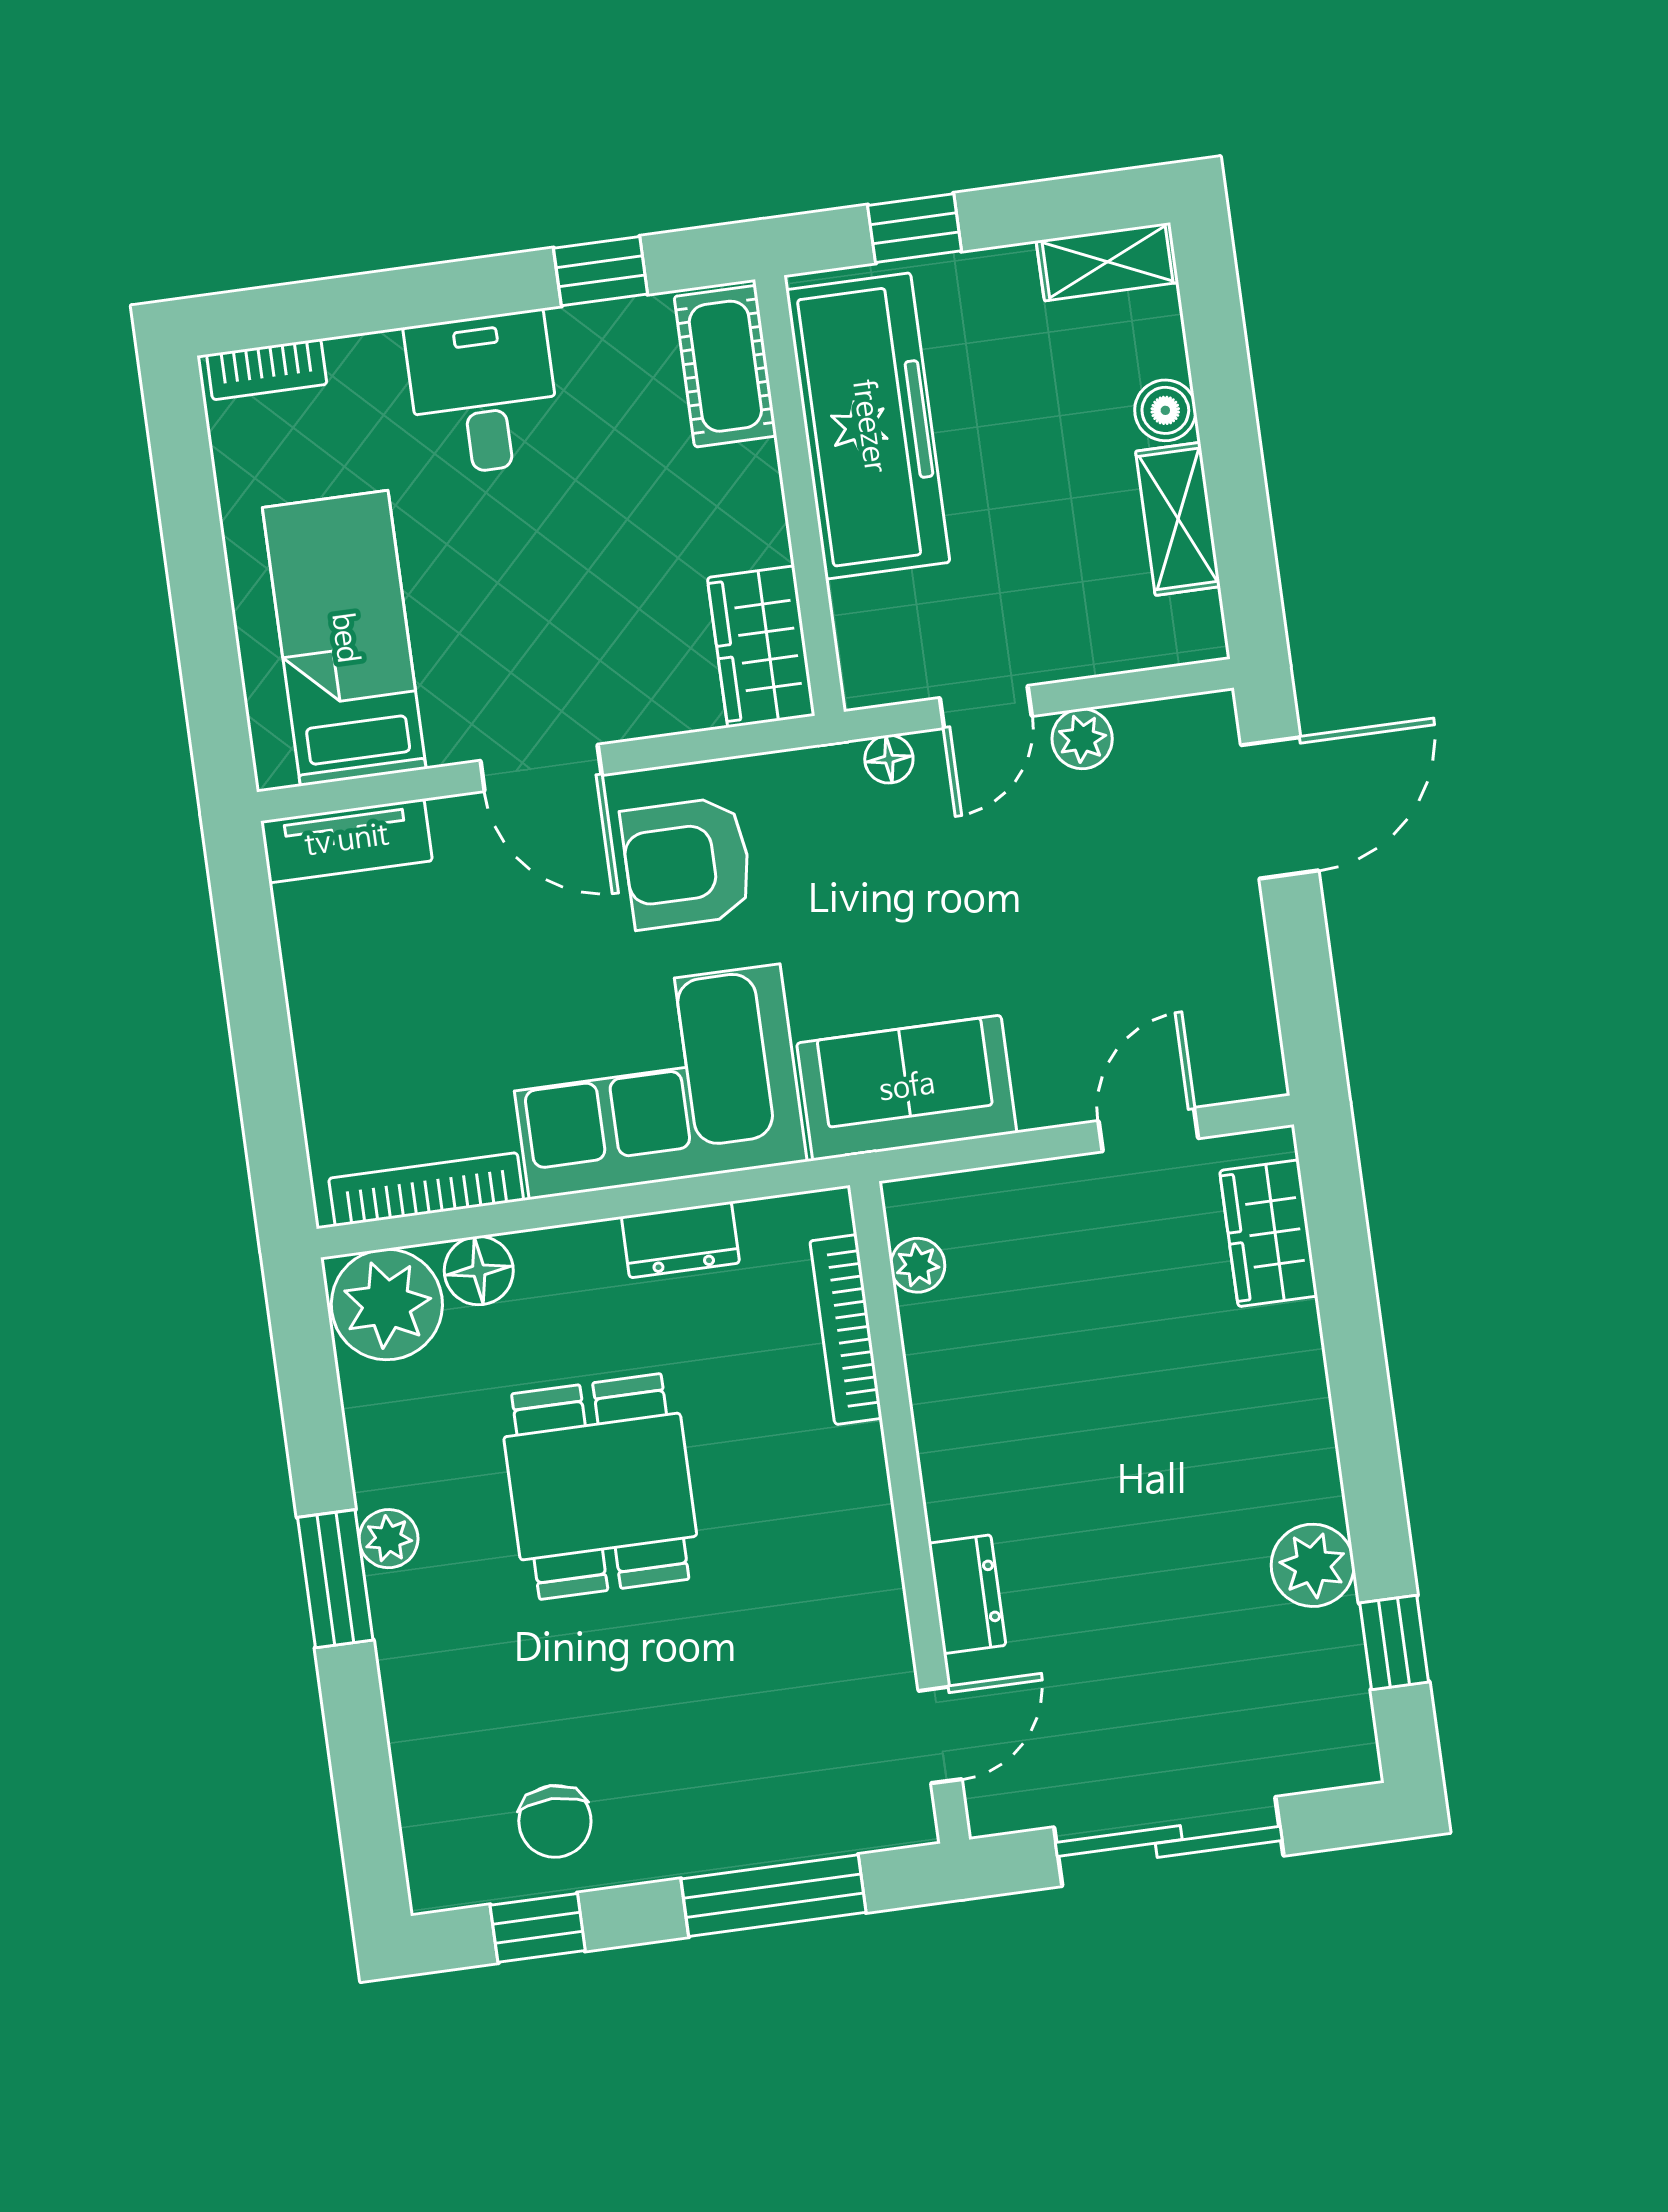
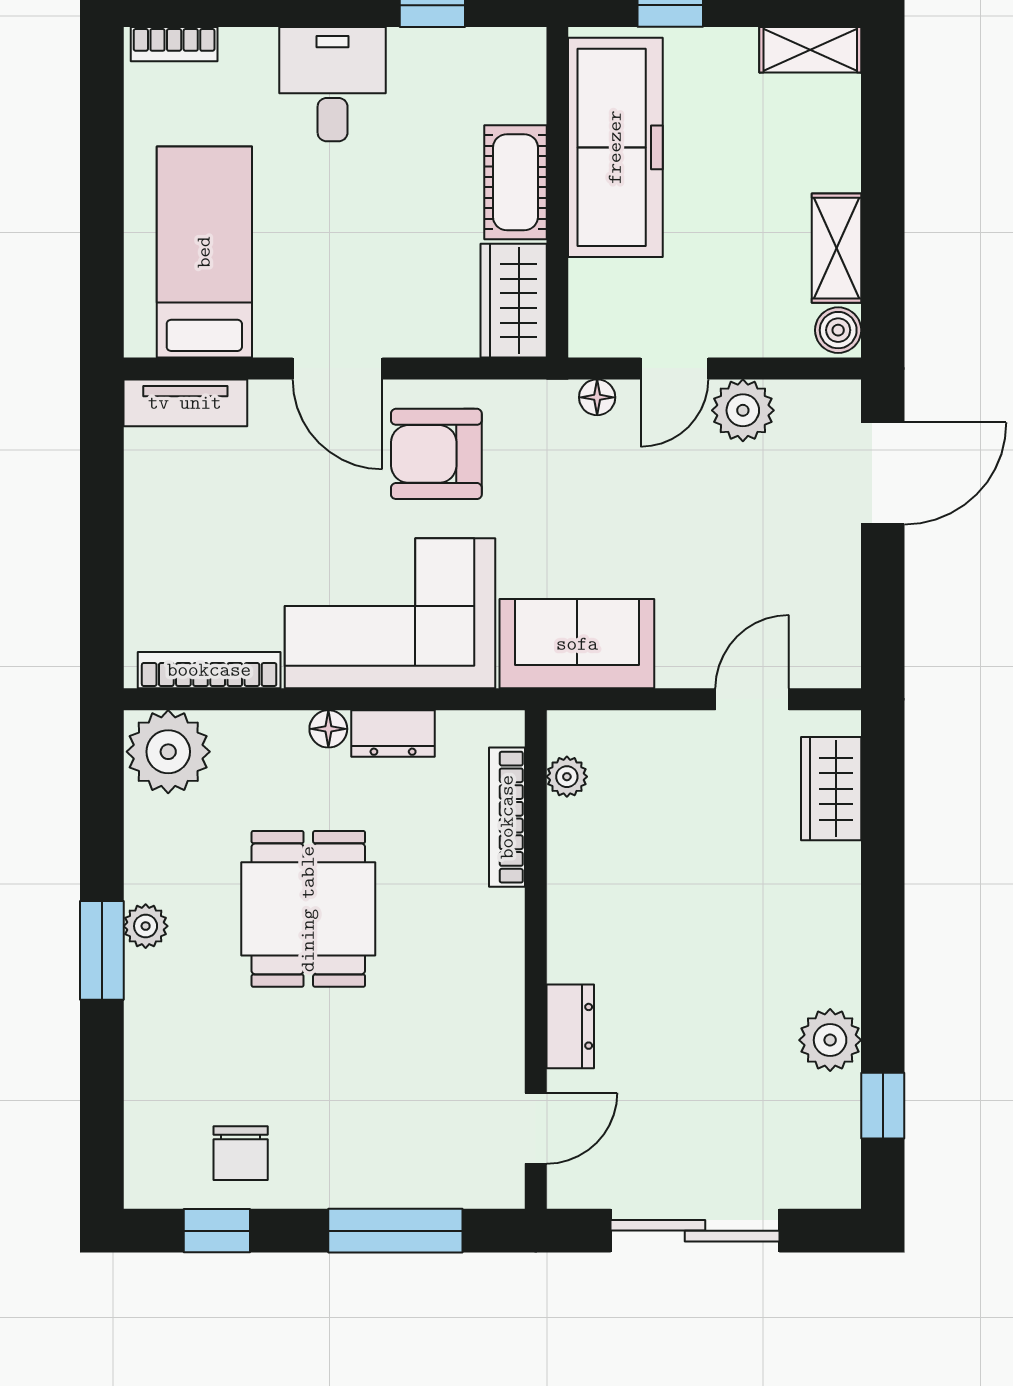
cot: (725, 366) -> (515, 182), moved
boiler: (1165, 410) -> (838, 330), moved
plant: (1082, 739) -> (743, 410), width x1.38, depth x1.38
floor lamp: (479, 1271) -> (328, 729), moved, width x0.73, depth x0.73

